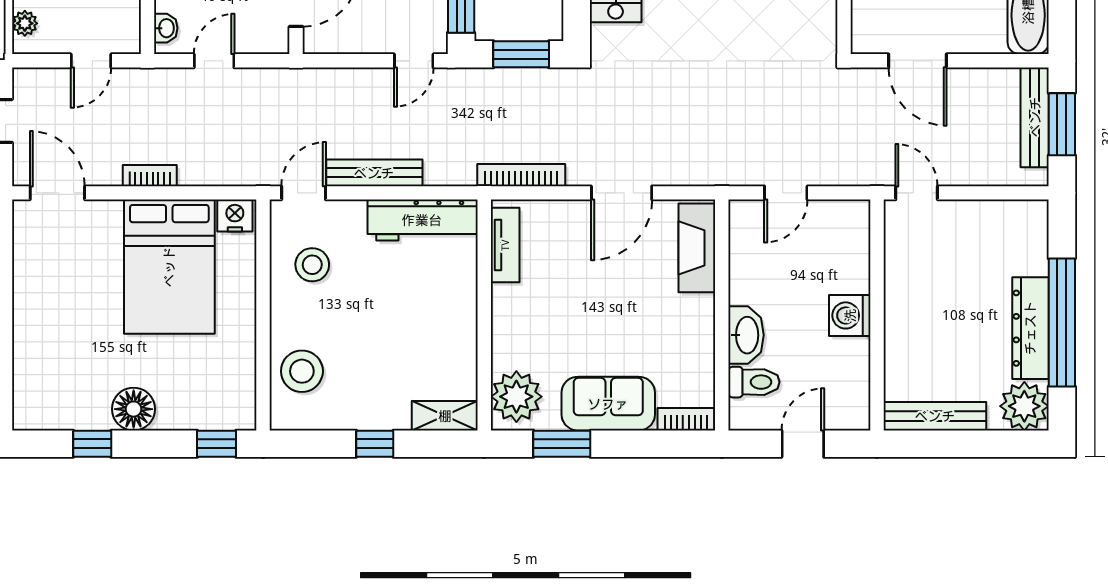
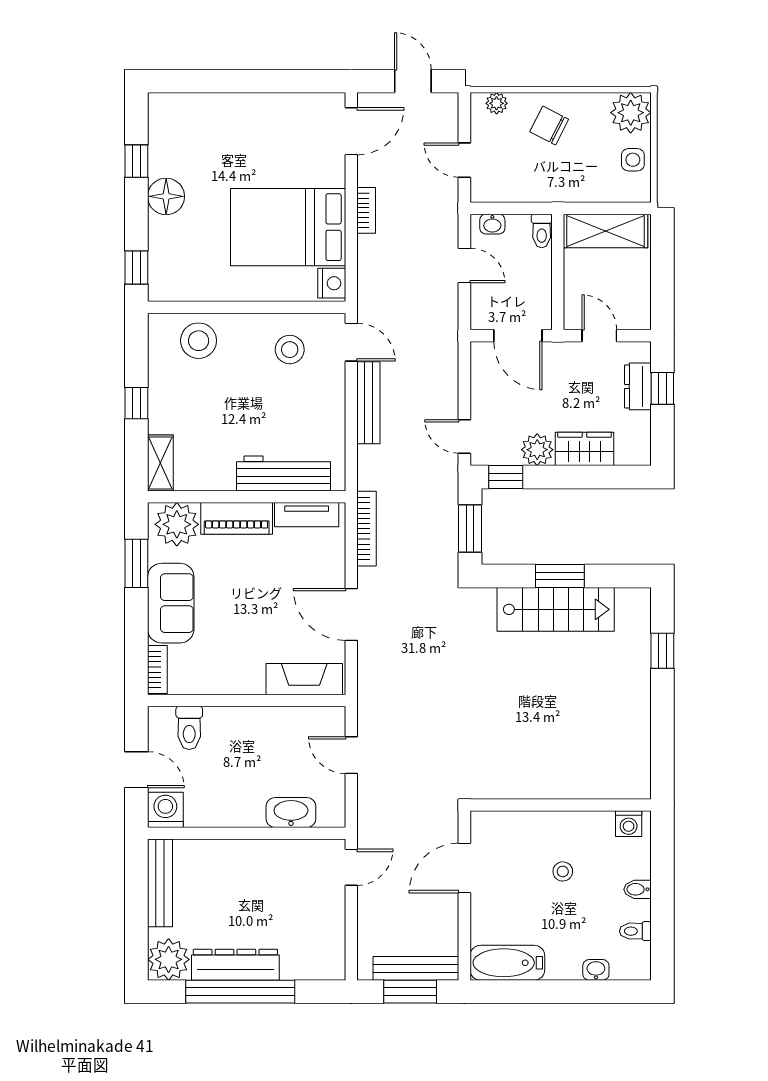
workbench: (422, 220) -> (284, 474), moved, turned 90
washing machine: (850, 315) -> (165, 810), moved
piano: (509, 327) -> (237, 518), added
washbasin: (746, 335) -> (291, 813), moved, turned 180

